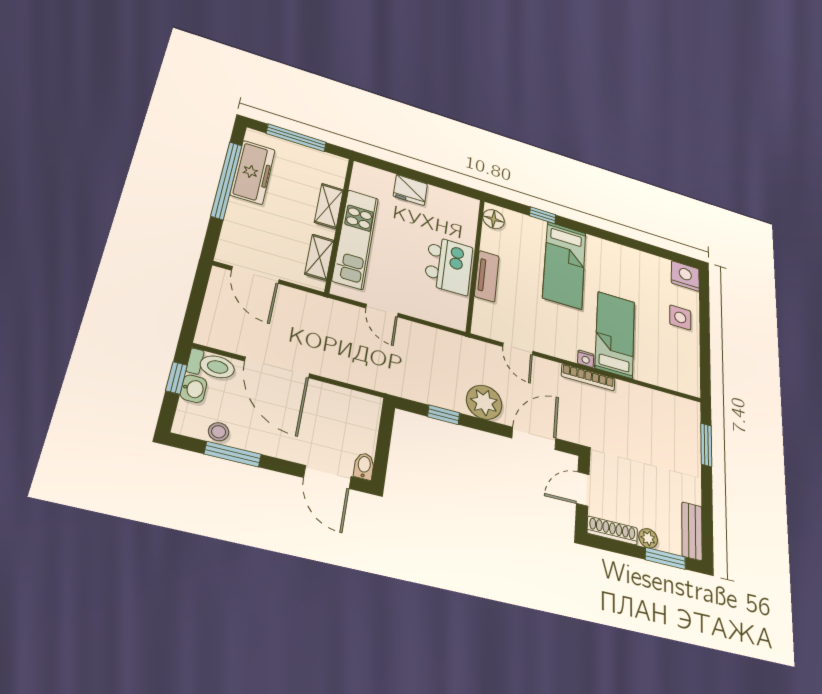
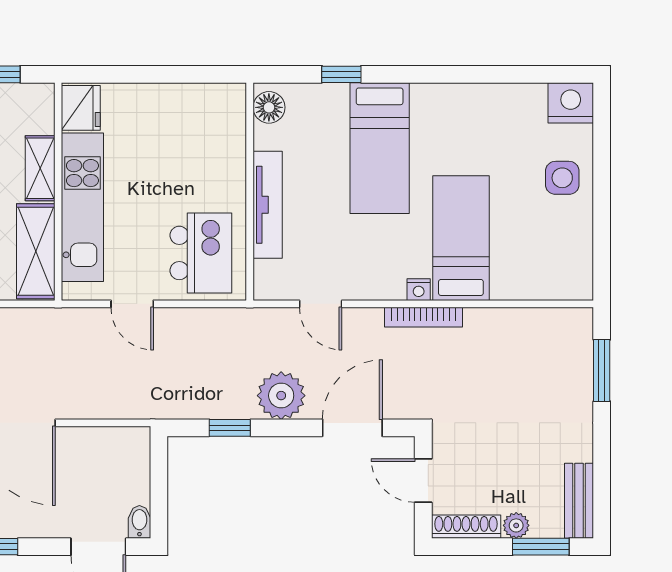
fridge: (410, 190) -> (81, 108), moved, turned -90
shelving: (319, 257) -> (36, 251), width x1.50, depth x1.33
kitchen island: (449, 265) -> (201, 253), moved
tv unit: (487, 276) -> (268, 205), width x1.41
door: (583, 489) -> (423, 481), hinge flipped

